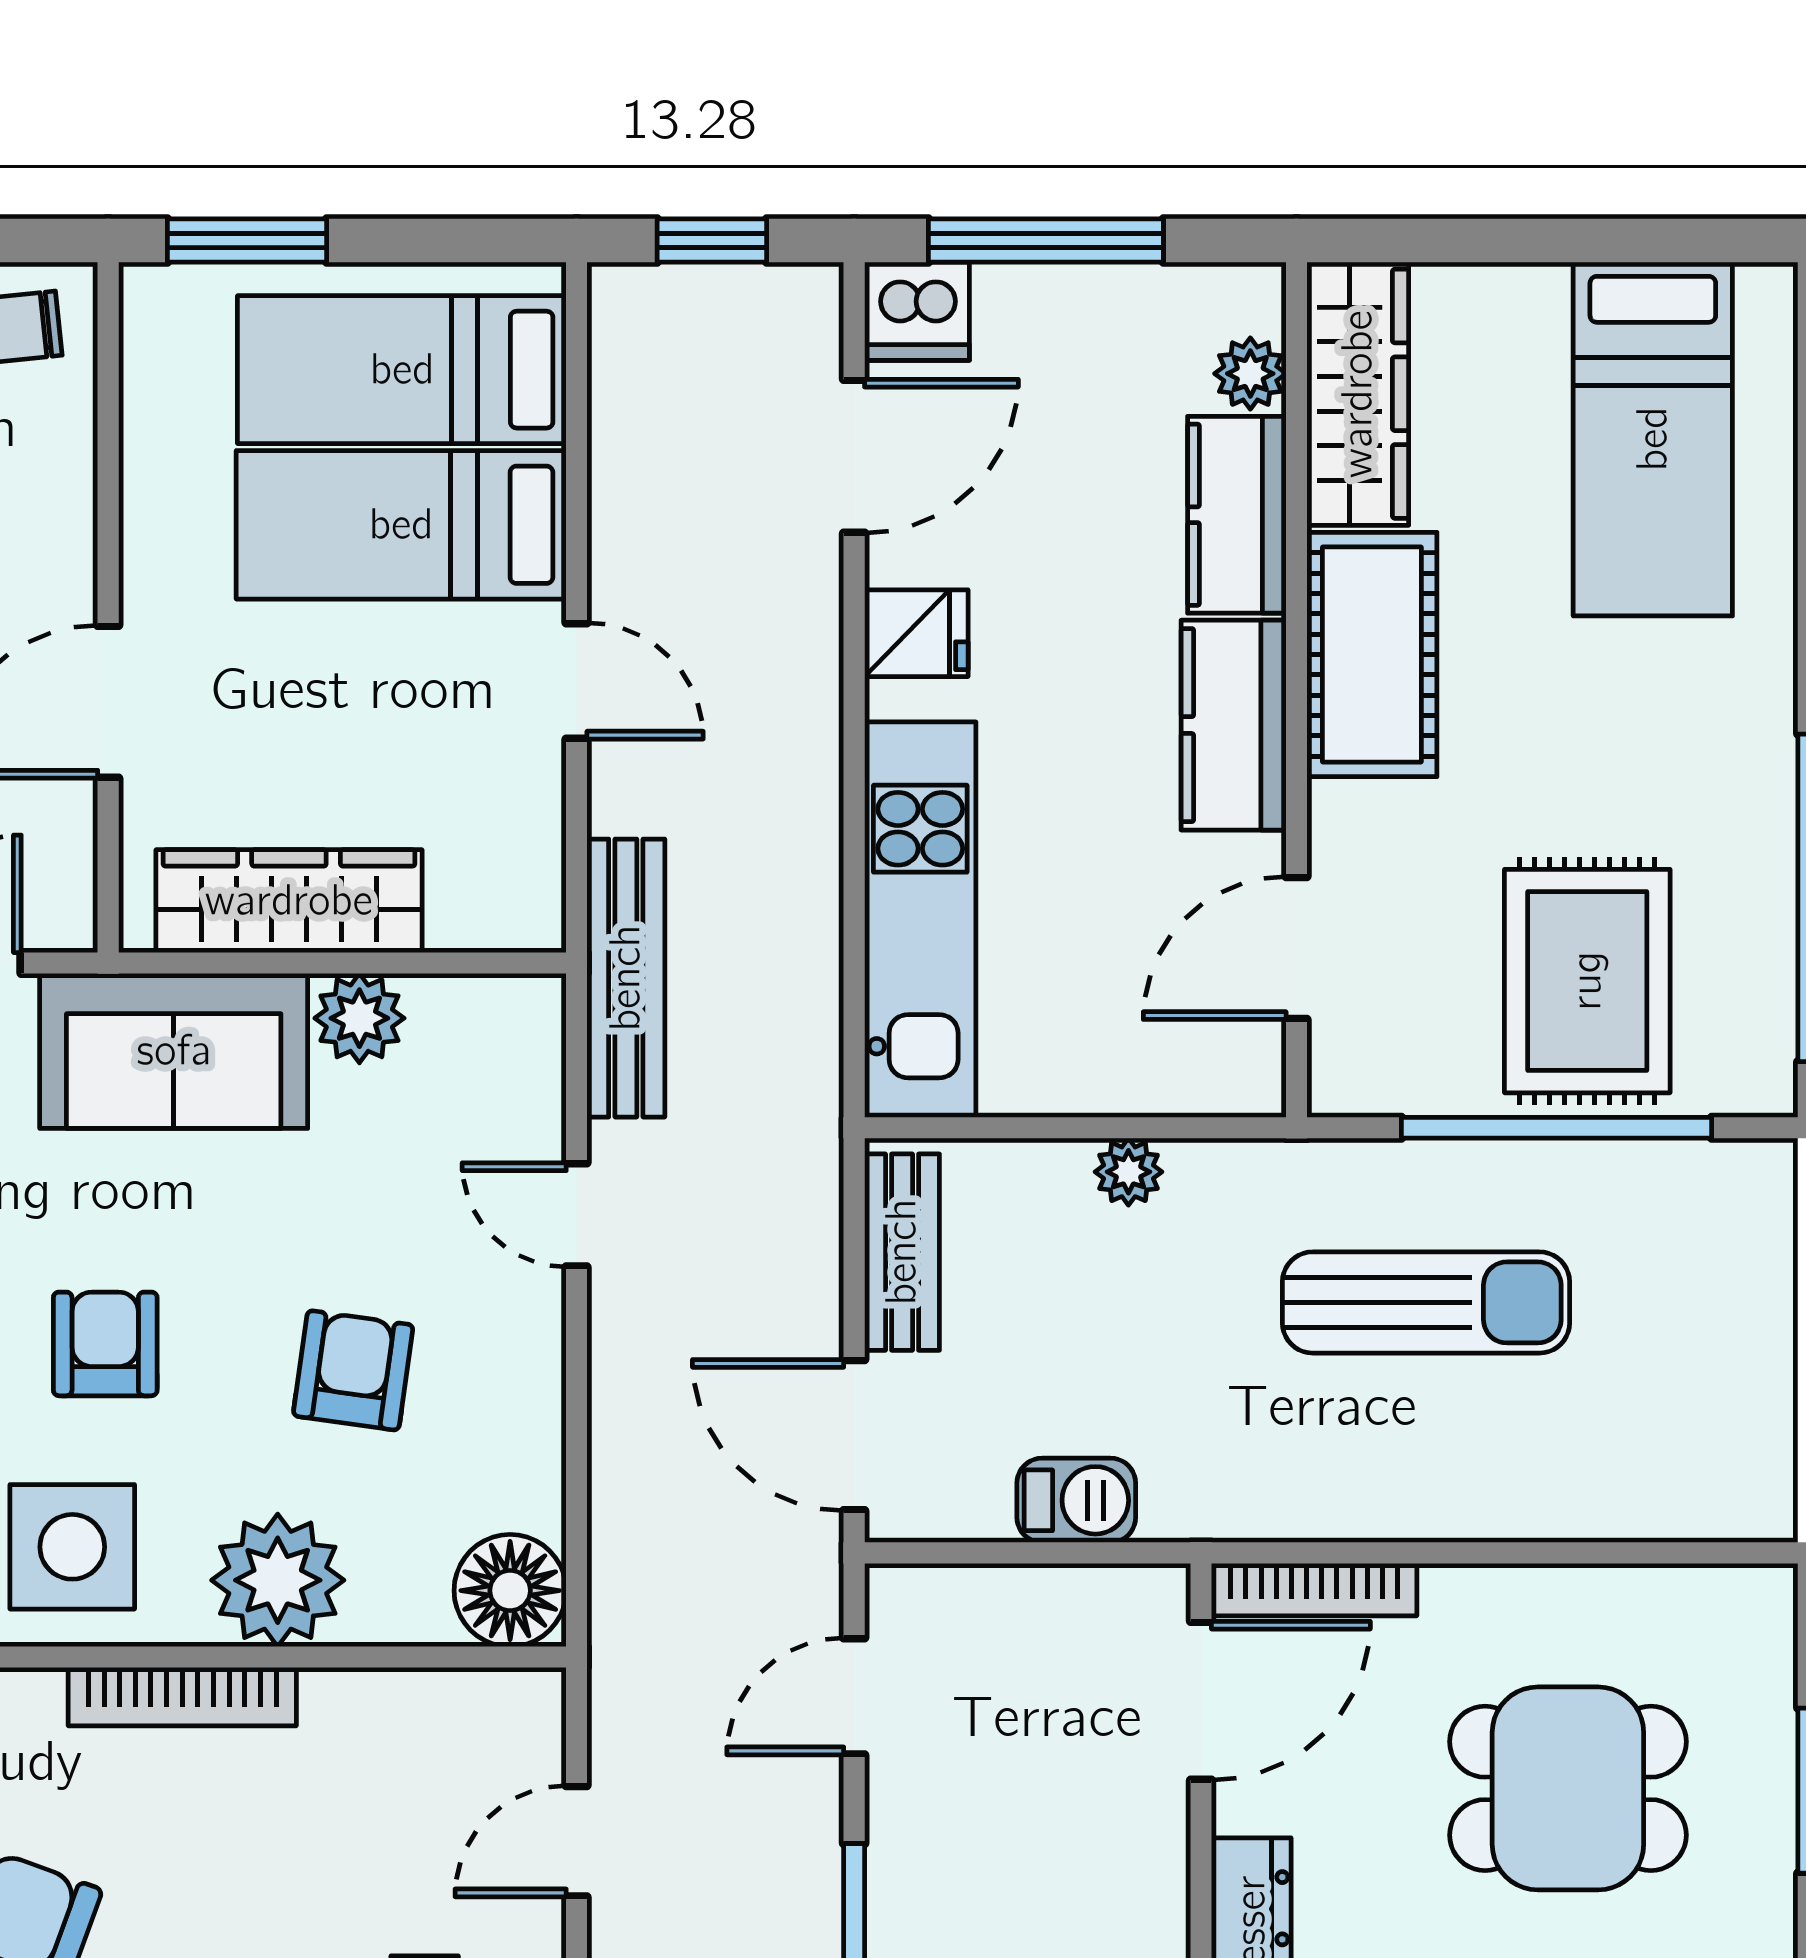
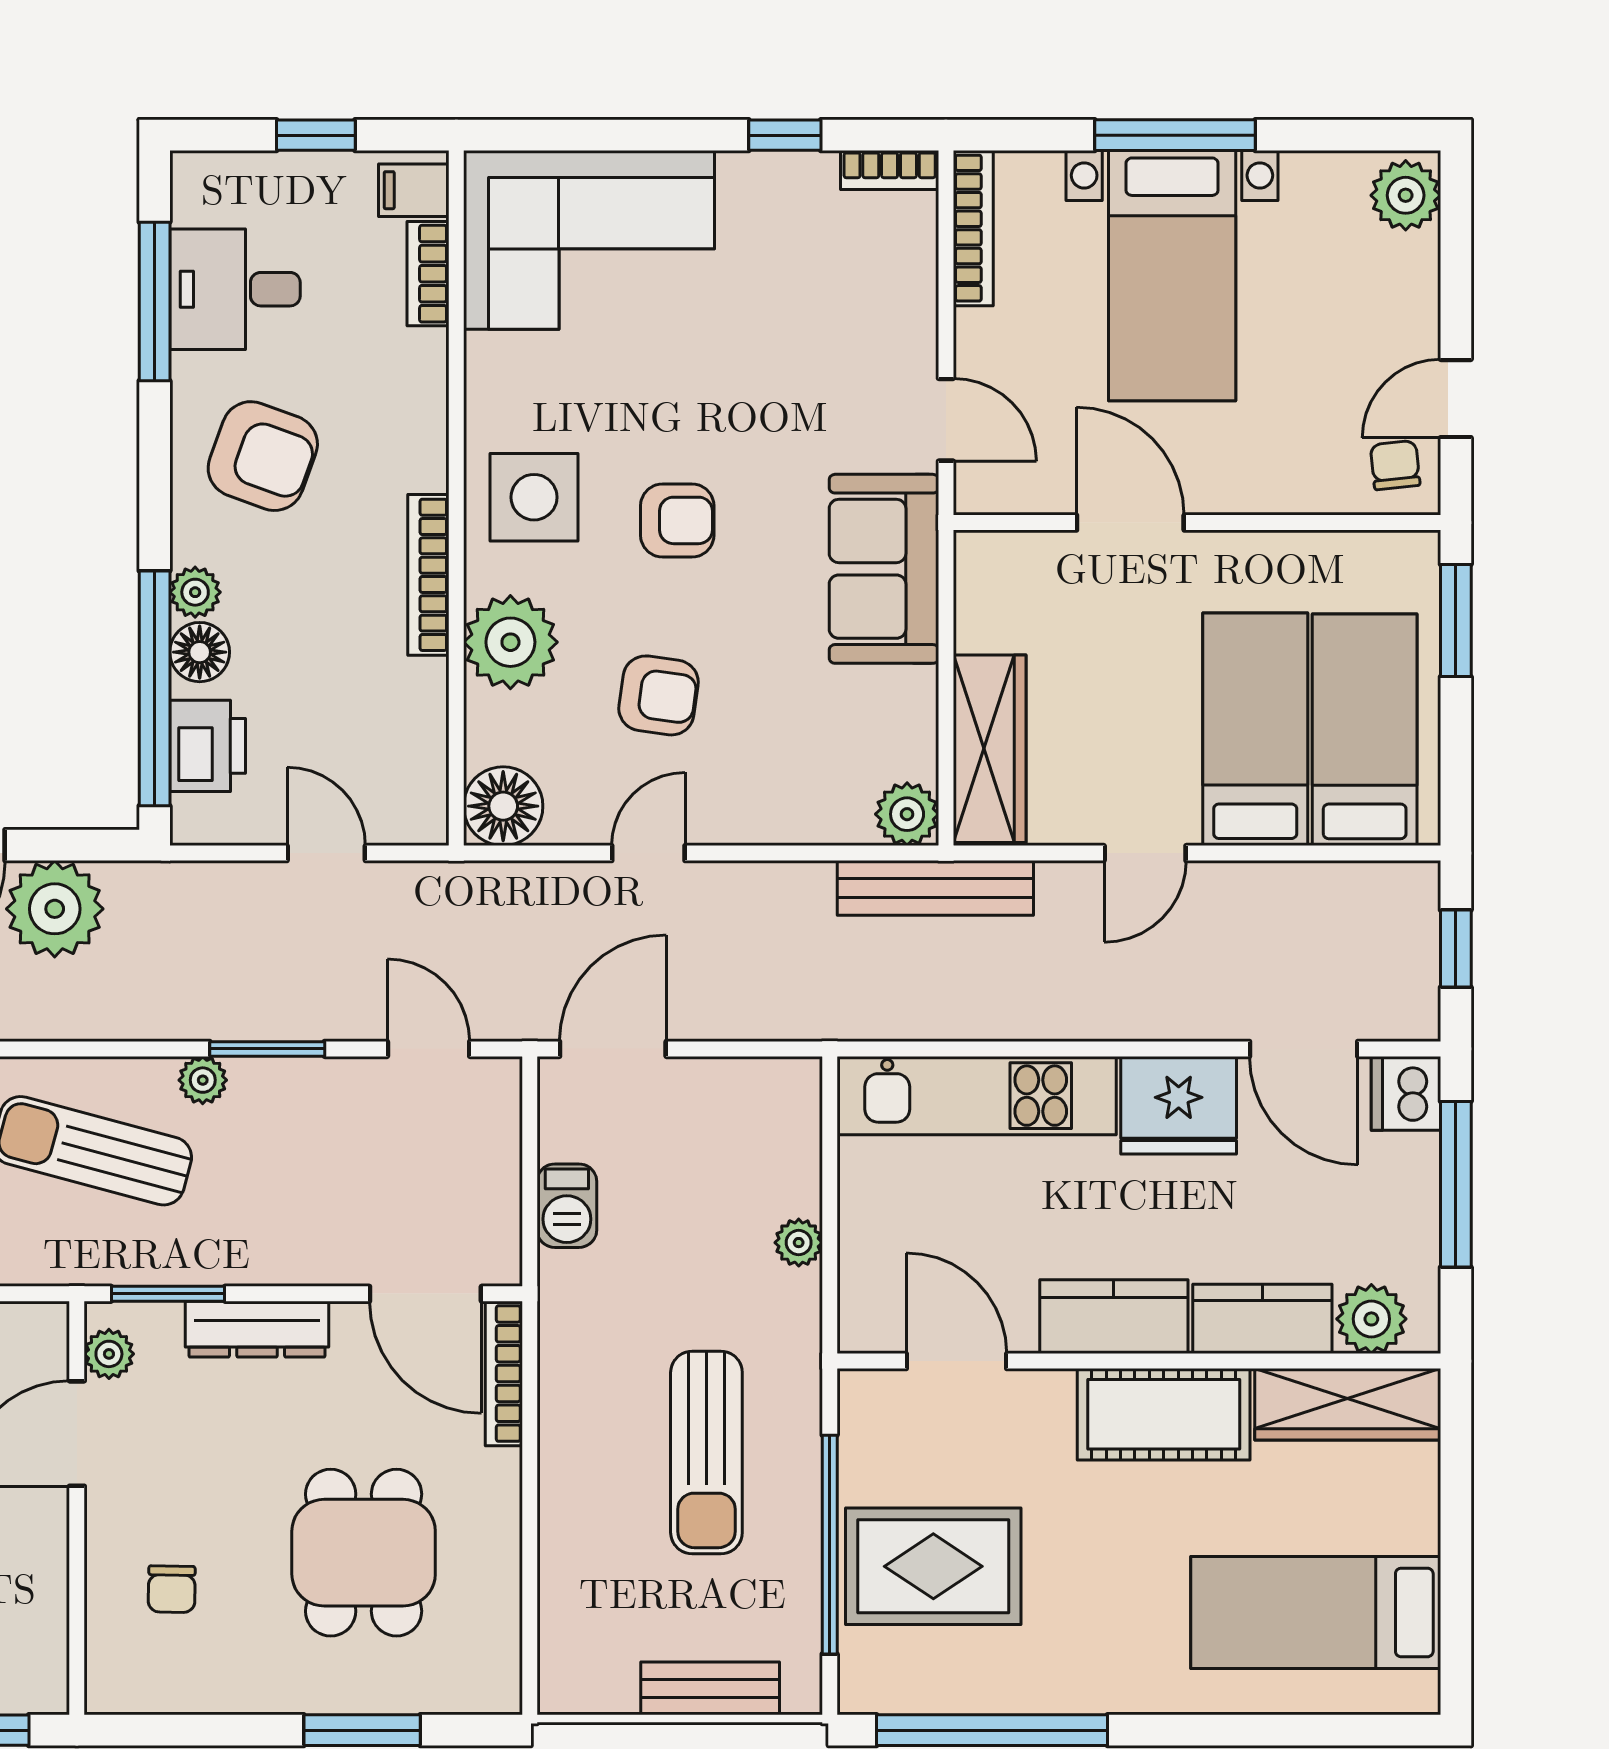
plant: (1250, 374) -> (1371, 1319), width x1.38, depth x1.38
fridge: (916, 633) -> (1179, 1105), width x1.88, depth x1.34
wardrobe: (289, 901) -> (990, 749), moved
plant: (359, 1018) -> (907, 814), moved
door: (577, 1215) -> (648, 853), moved
bench: (902, 1252) -> (710, 1688), moved

